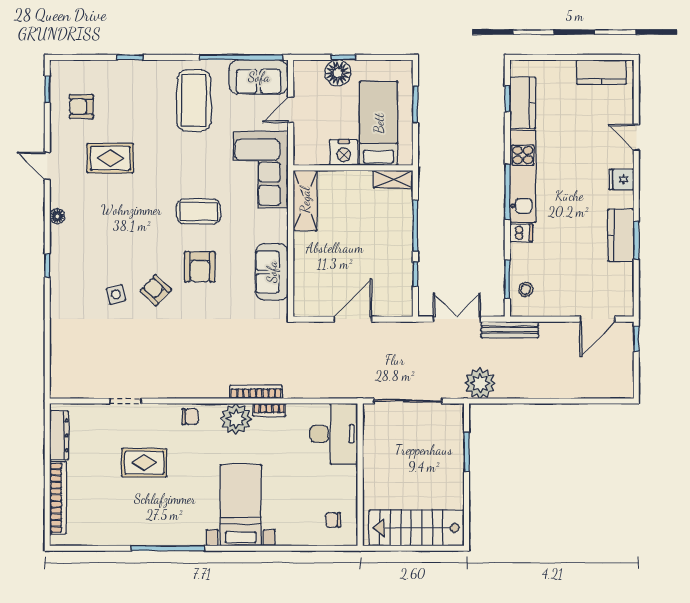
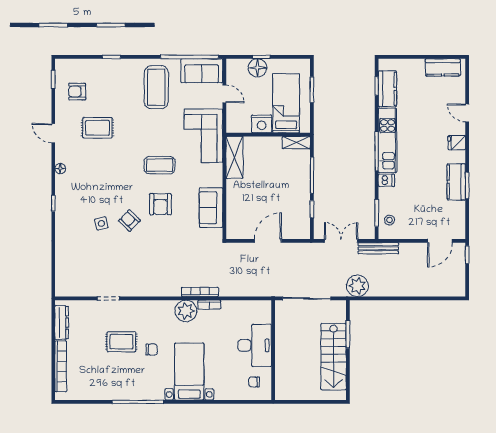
door: (291, 110) -> (224, 94), swing flipped
chair: (190, 417) -> (152, 350), moved
desk: (334, 434) -> (255, 345), moved
stairs: (417, 528) -> (334, 357), moved, turned -90

